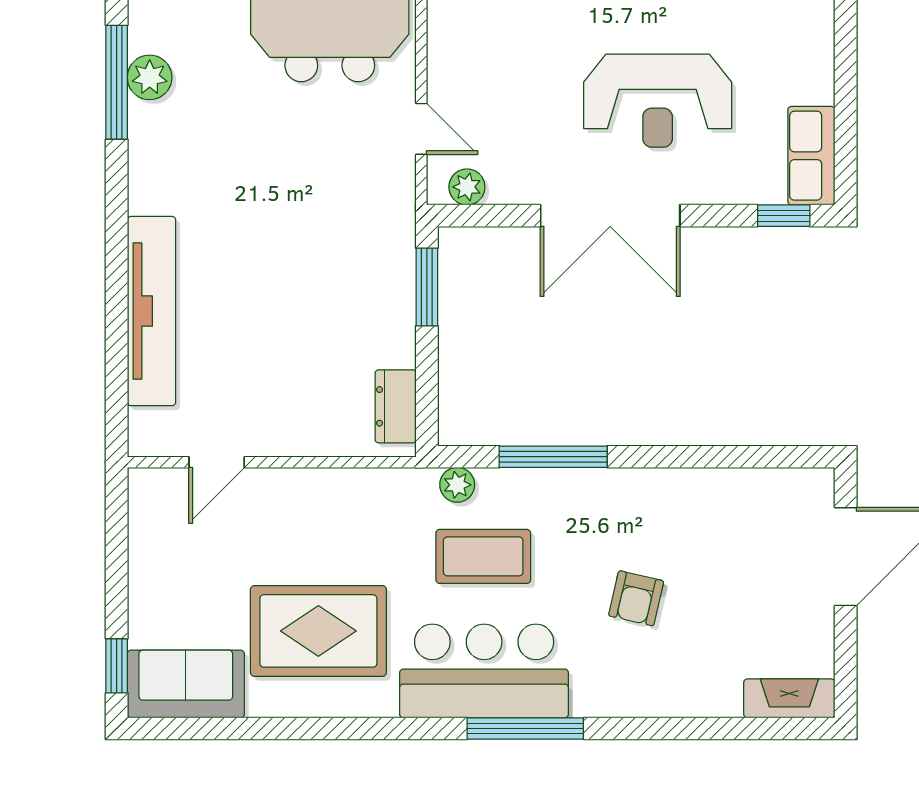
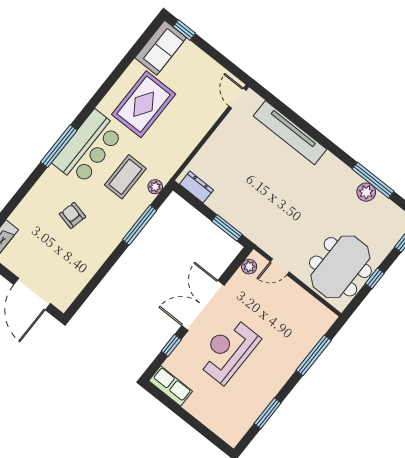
window: (784, 216) -> (171, 345), moved
door: (217, 462) -> (238, 98), moved

